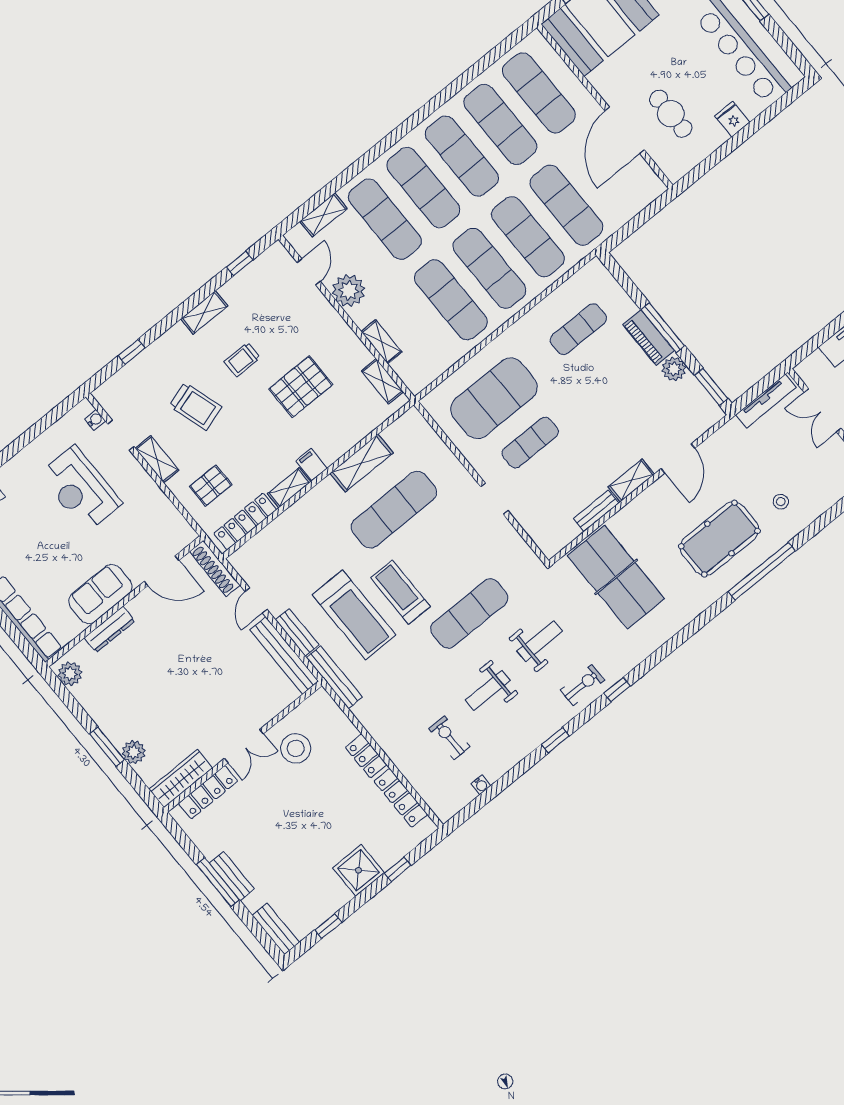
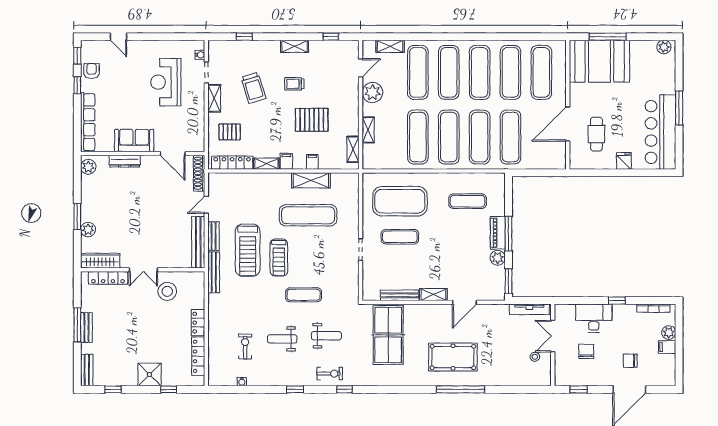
filing cabinet: (344, 439) -> (312, 162), added
stool: (781, 502) -> (535, 357), moved
bench: (596, 511) -> (400, 295), width x1.36
treadmill: (400, 592) -> (279, 258), turned 180
exercise mat: (469, 613) -> (304, 295), width x0.73, depth x0.69

